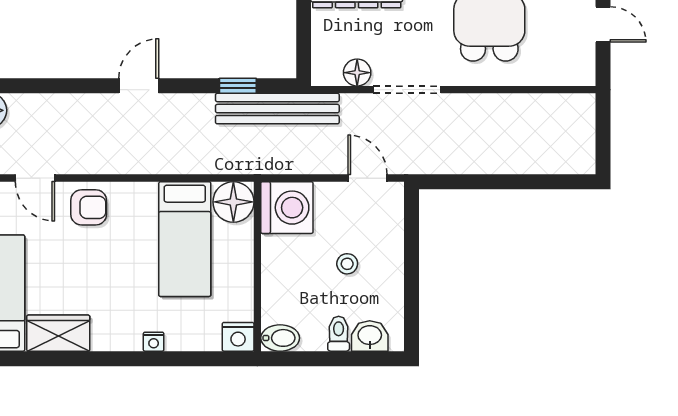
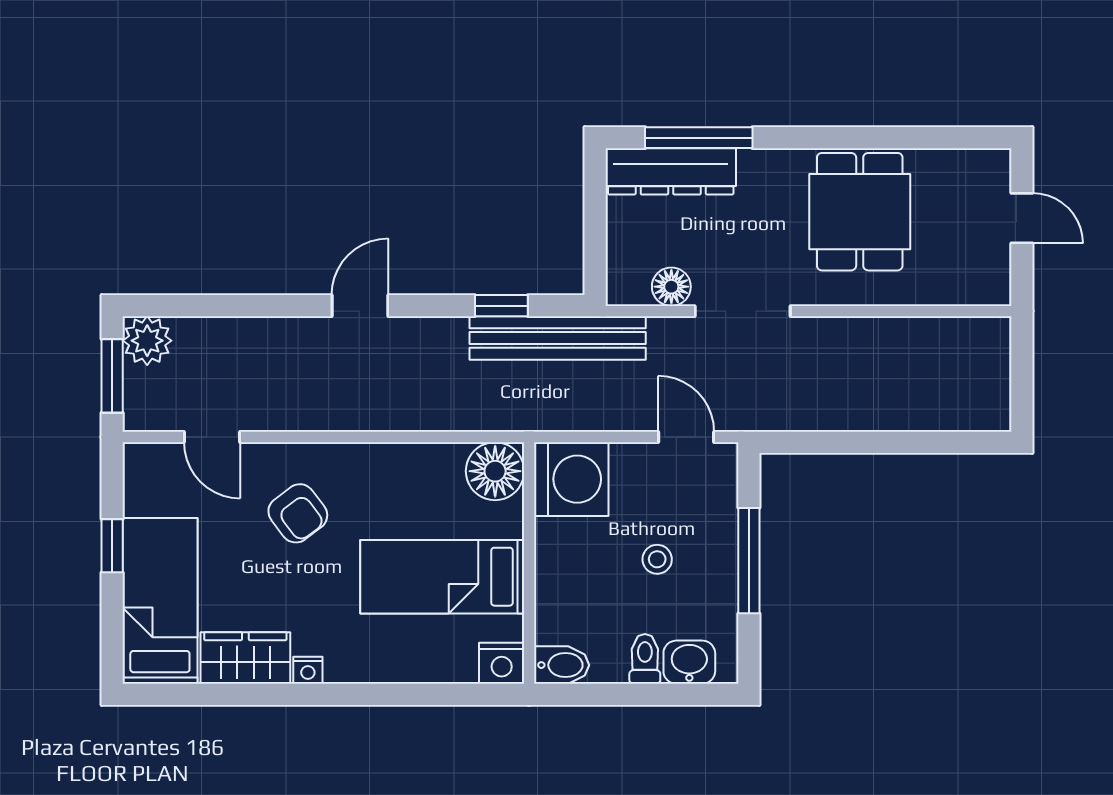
armchair: (89, 207) -> (298, 513), moved, turned 53
bed: (185, 239) -> (442, 577), moved, turned 90
window: (411, 265) -> (749, 561), added
nightstand: (154, 342) -> (308, 670), moved

